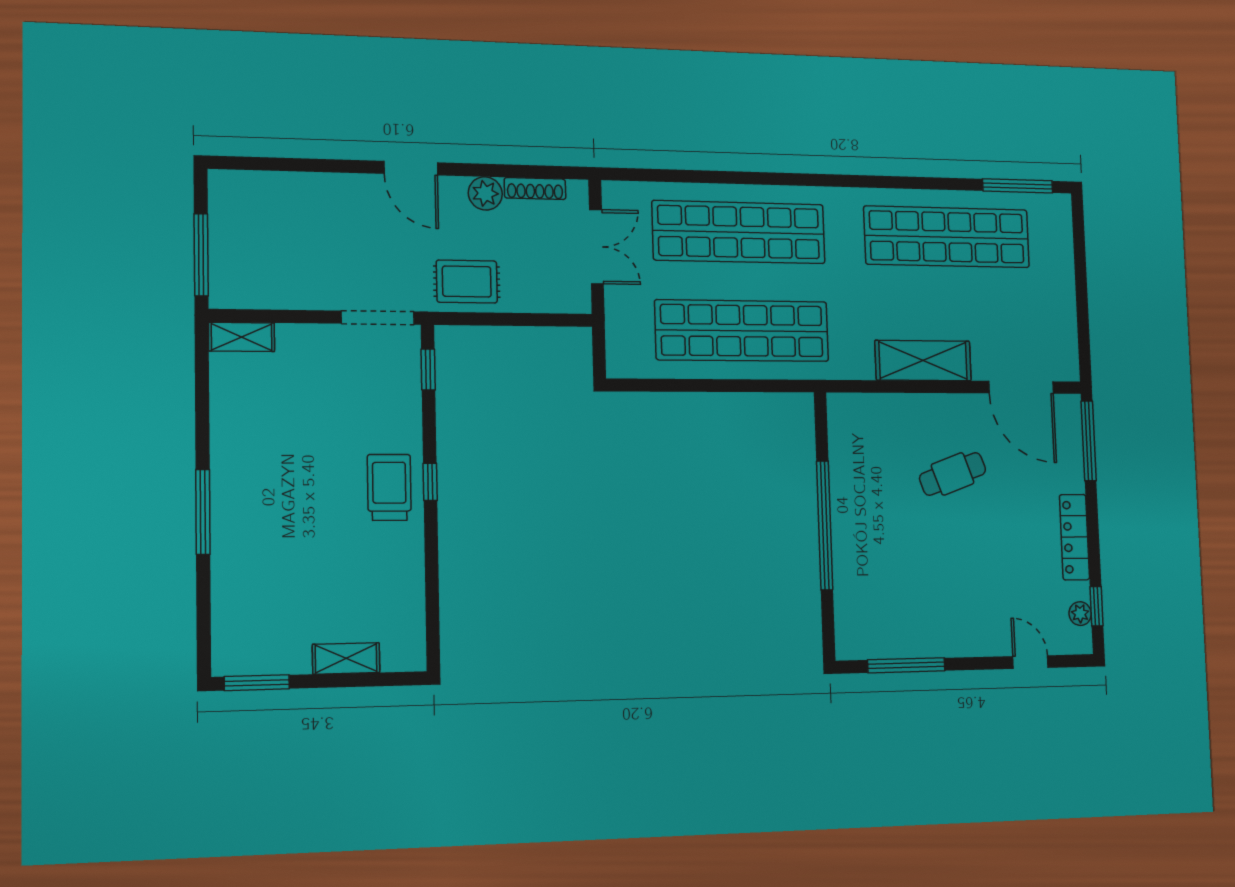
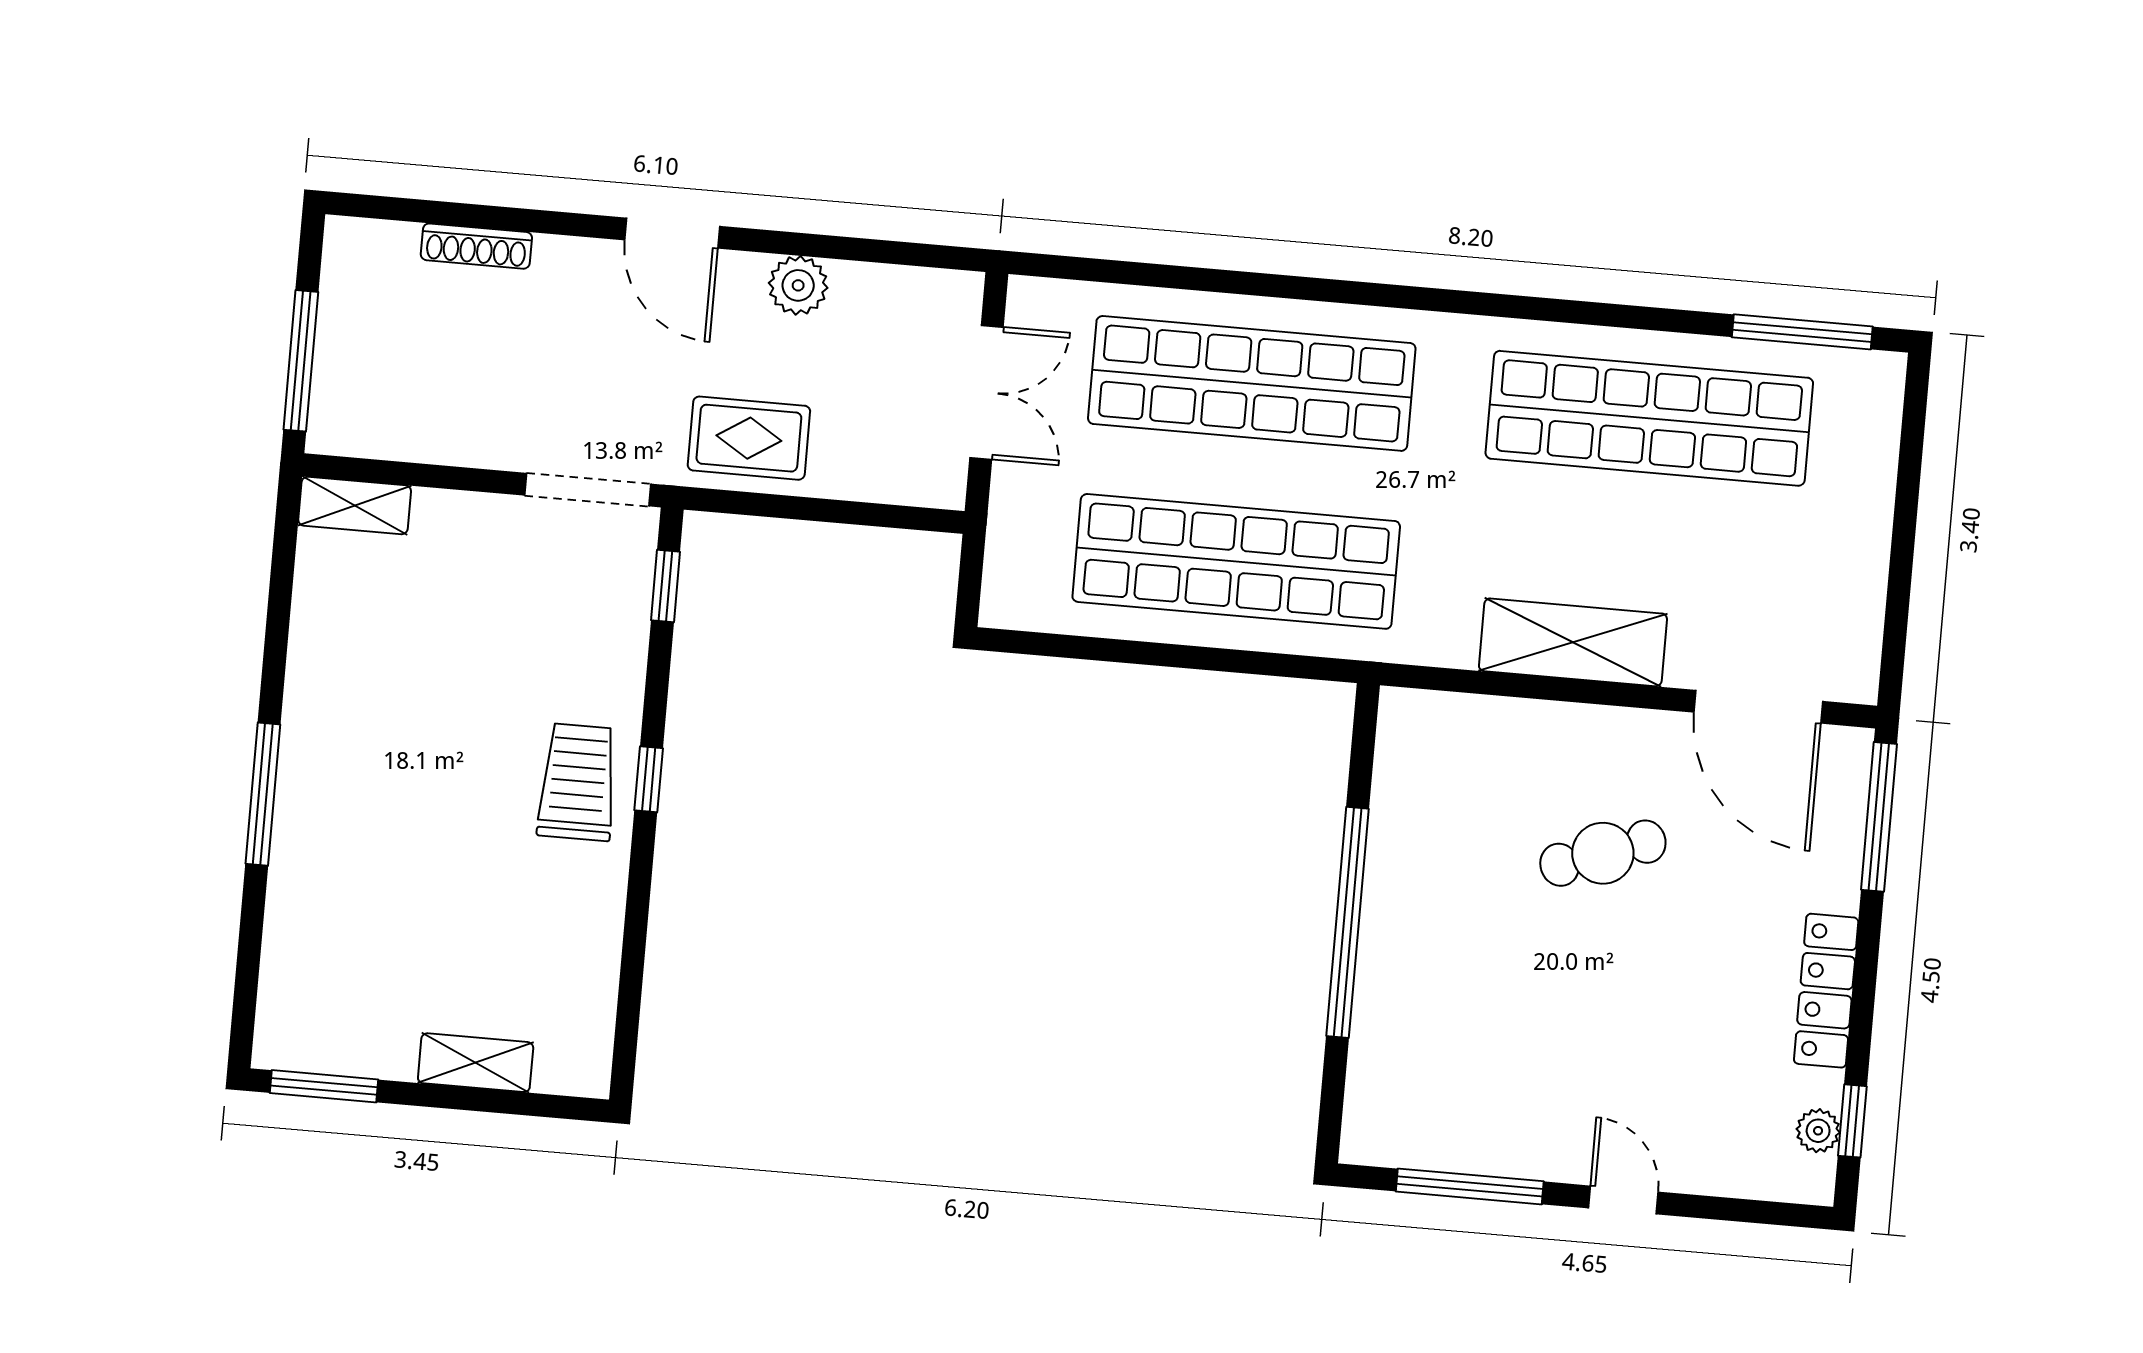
shoe rack: (535, 189) -> (476, 246), moved
door: (1030, 662) -> (1623, 1200), moved

